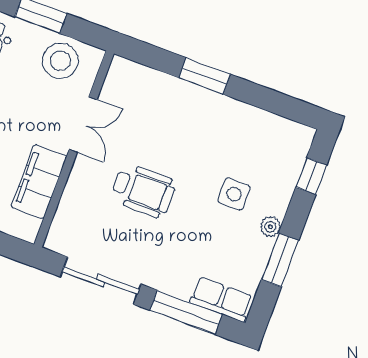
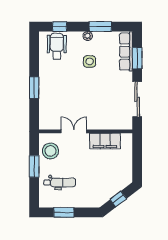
wheelchair: (143, 191) -> (57, 46), moved
side table: (234, 194) -> (90, 61), moved
row of seats: (221, 299) -> (126, 52), width x1.48
window: (186, 312) -> (137, 58), width x0.69

